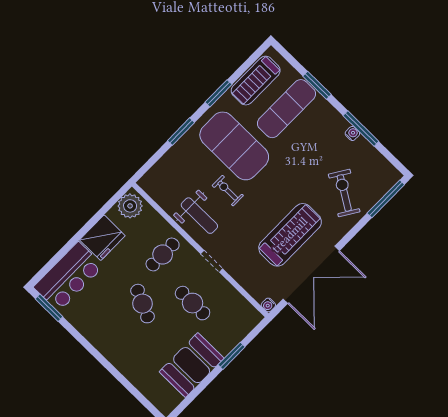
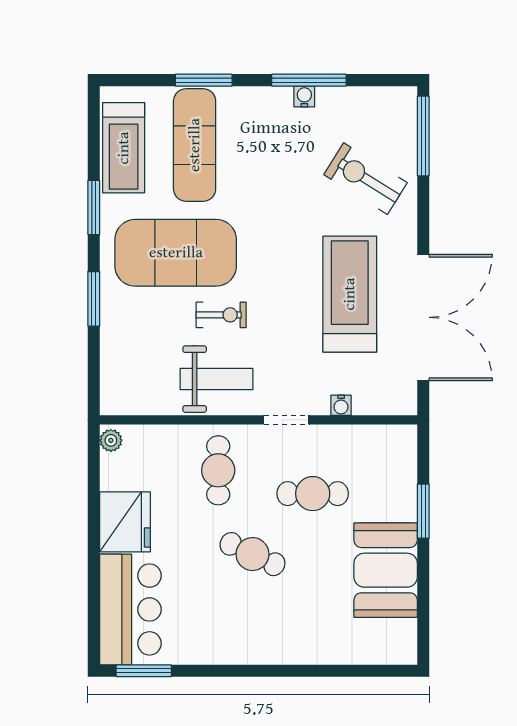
exercise bike: (228, 191) -> (221, 315), turned 180
plant: (130, 206) -> (111, 440), width x0.53, depth x0.53
water cooler: (268, 305) -> (341, 405), moved

